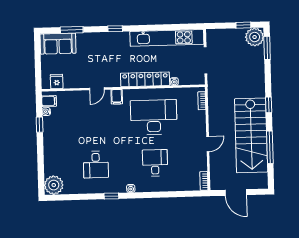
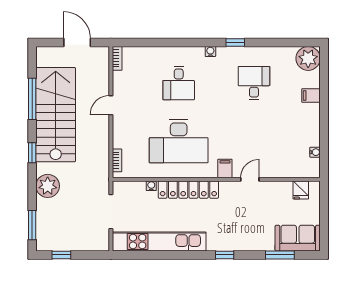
plant: (255, 37) -> (48, 186), moved
filing cabinet: (49, 101) -> (311, 95), moved
window: (40, 125) -> (324, 136), removed

